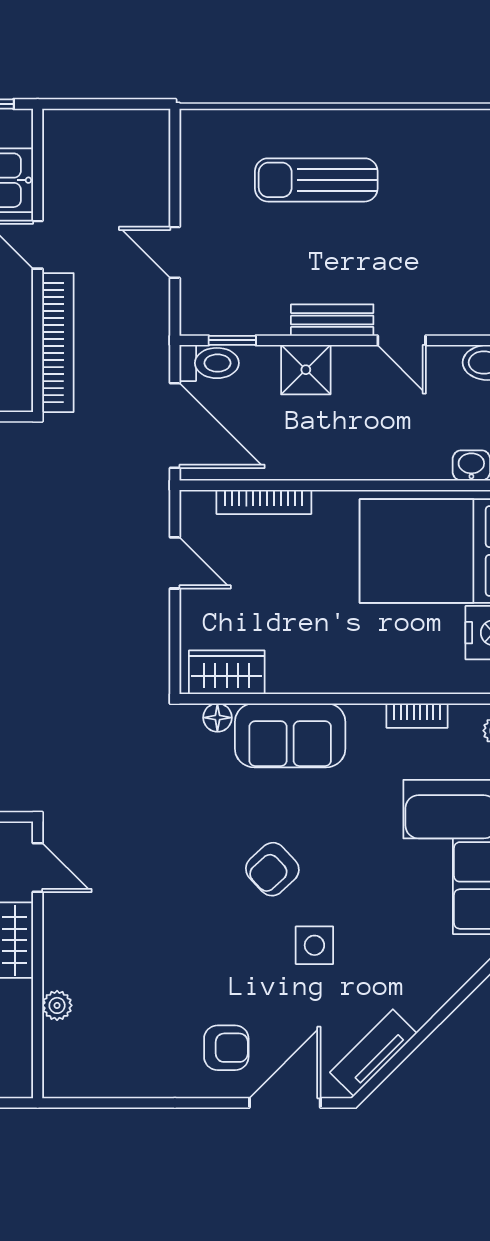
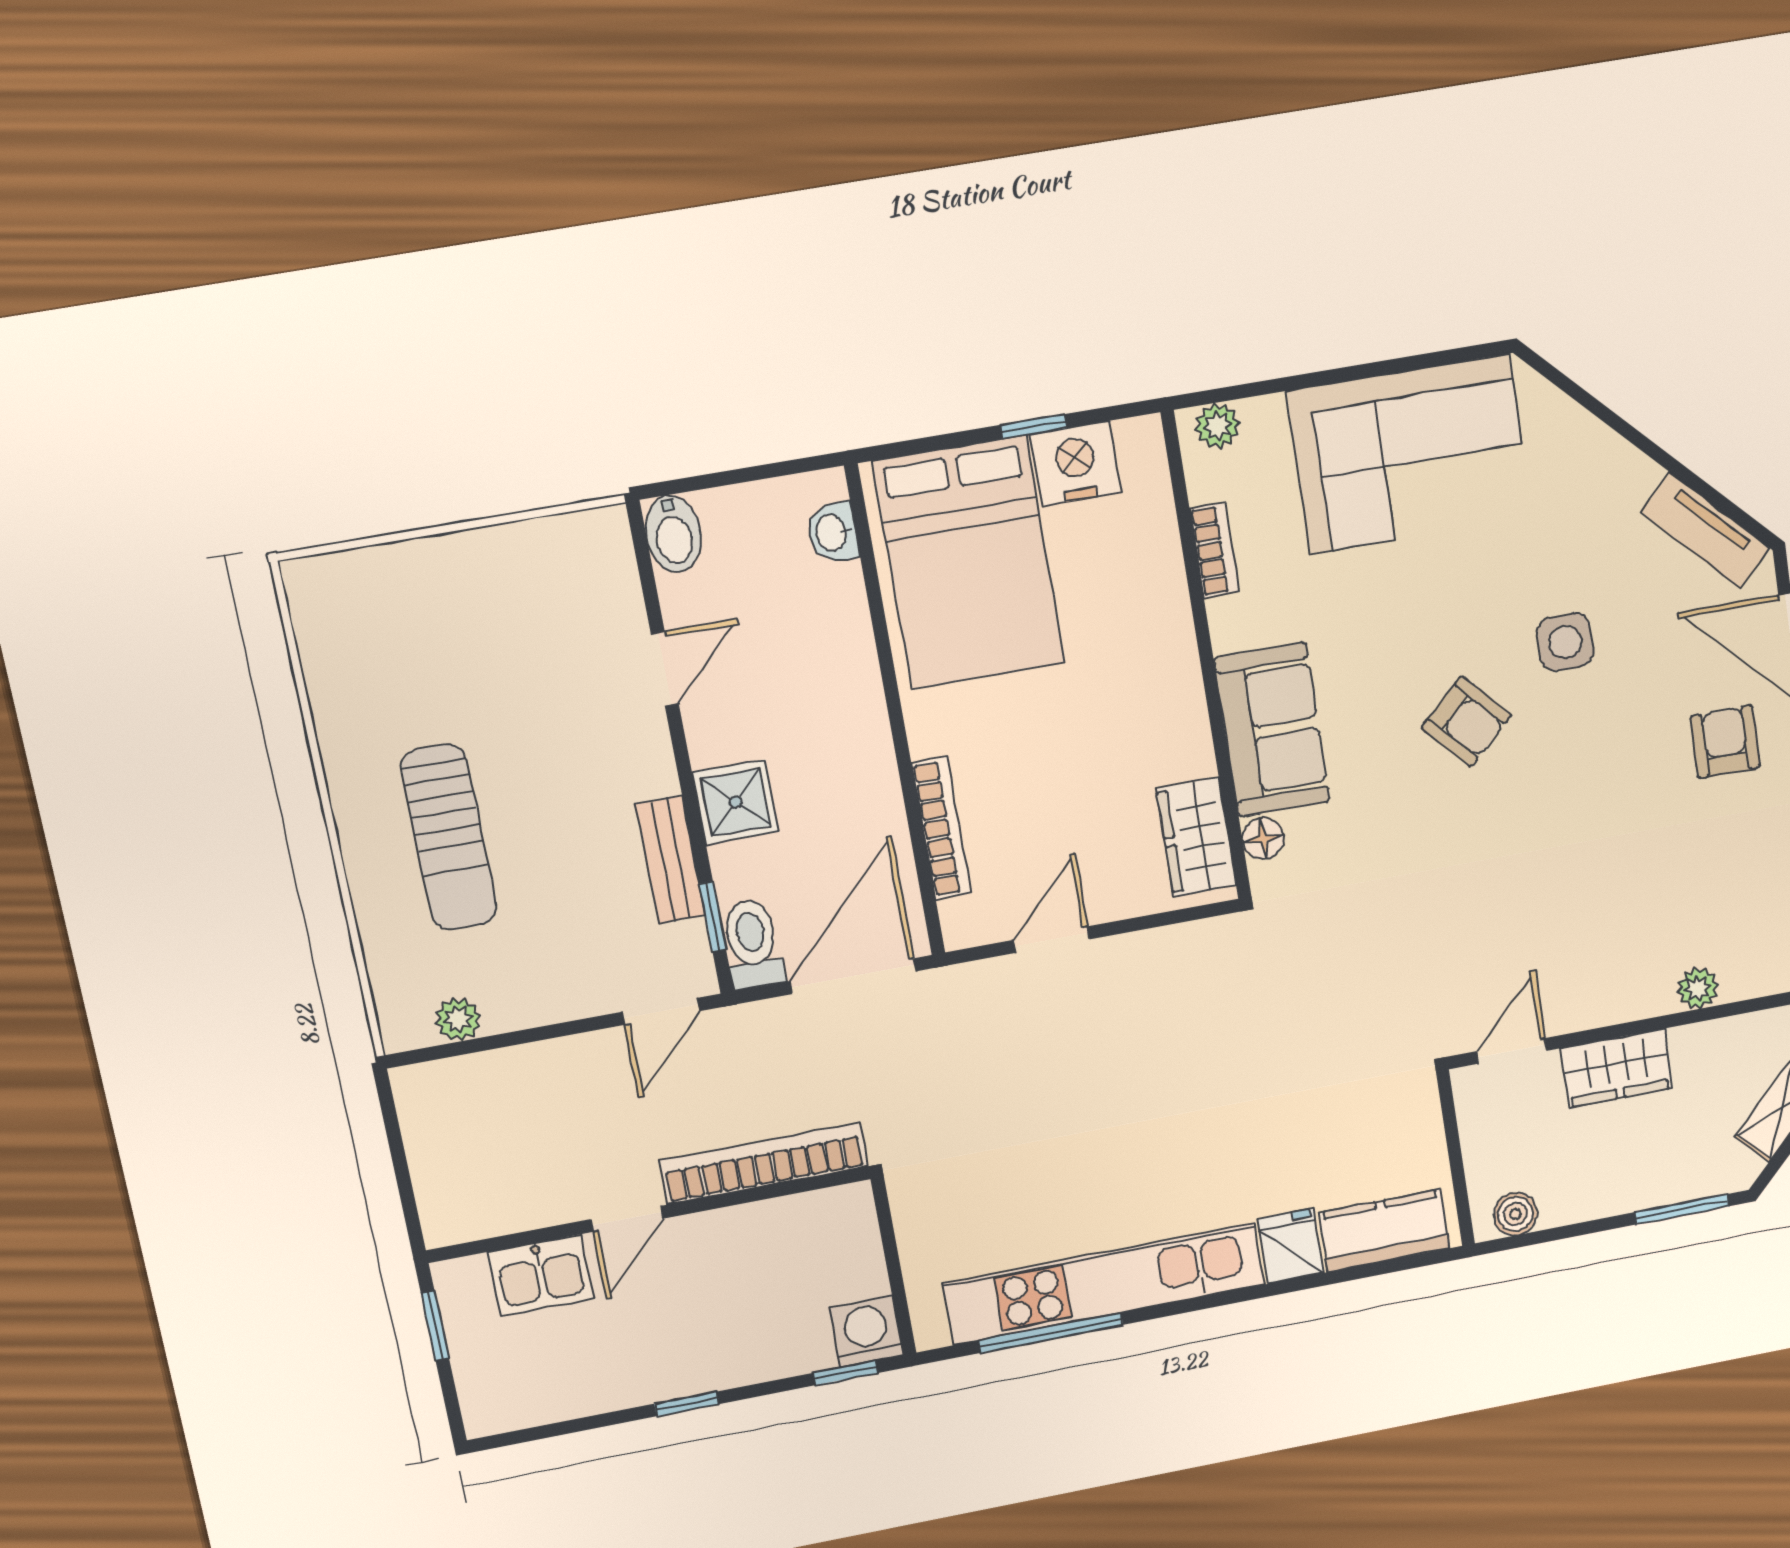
plant: (194, 161) -> (458, 1019), added
door: (175, 252) -> (661, 1011), moved
bench: (332, 320) -> (671, 860), moved

